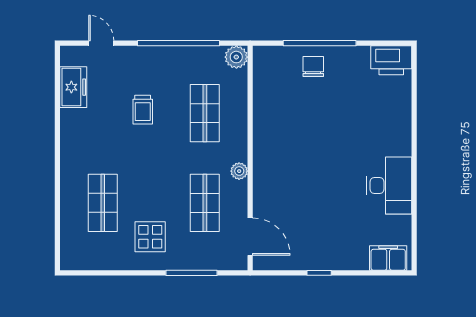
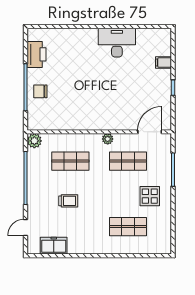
printer: (391, 60) -> (36, 54), moved
filing cabinet: (388, 258) -> (163, 62), moved, width x0.50

